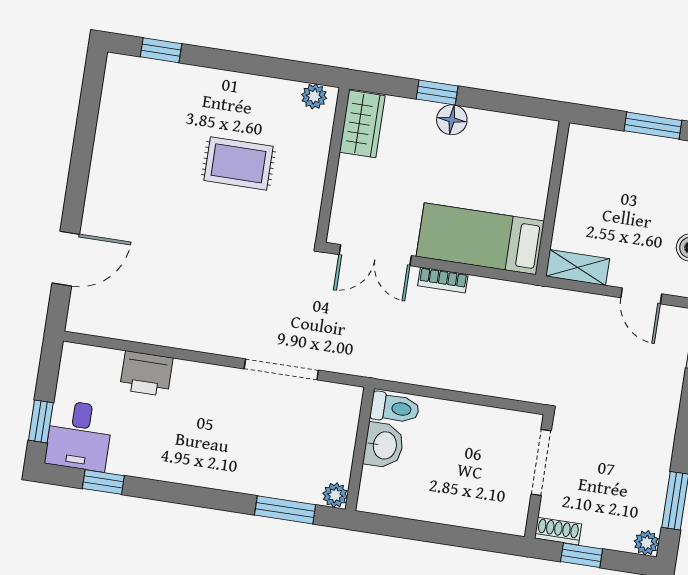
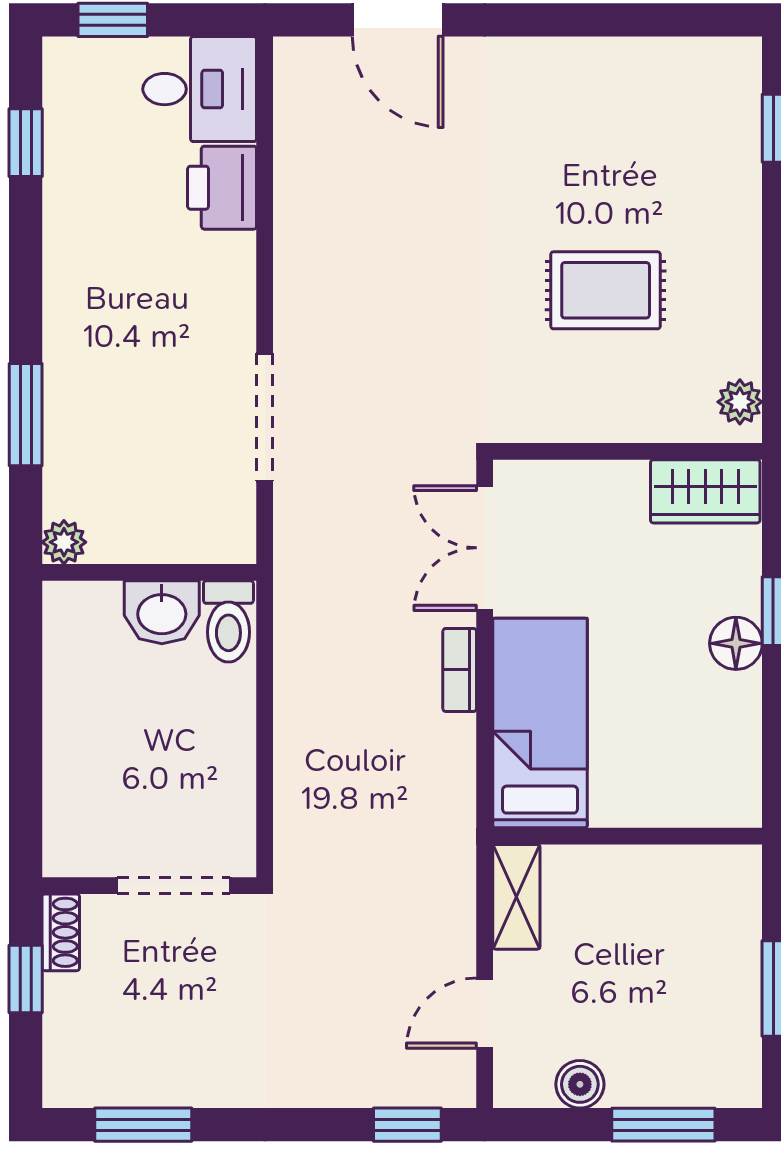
rug: (239, 163) -> (606, 290), turned 90
desk: (79, 436) -> (200, 89), moved, turned 180
window: (285, 510) -> (26, 415), moved
plant: (646, 543) -> (64, 1087), removed

